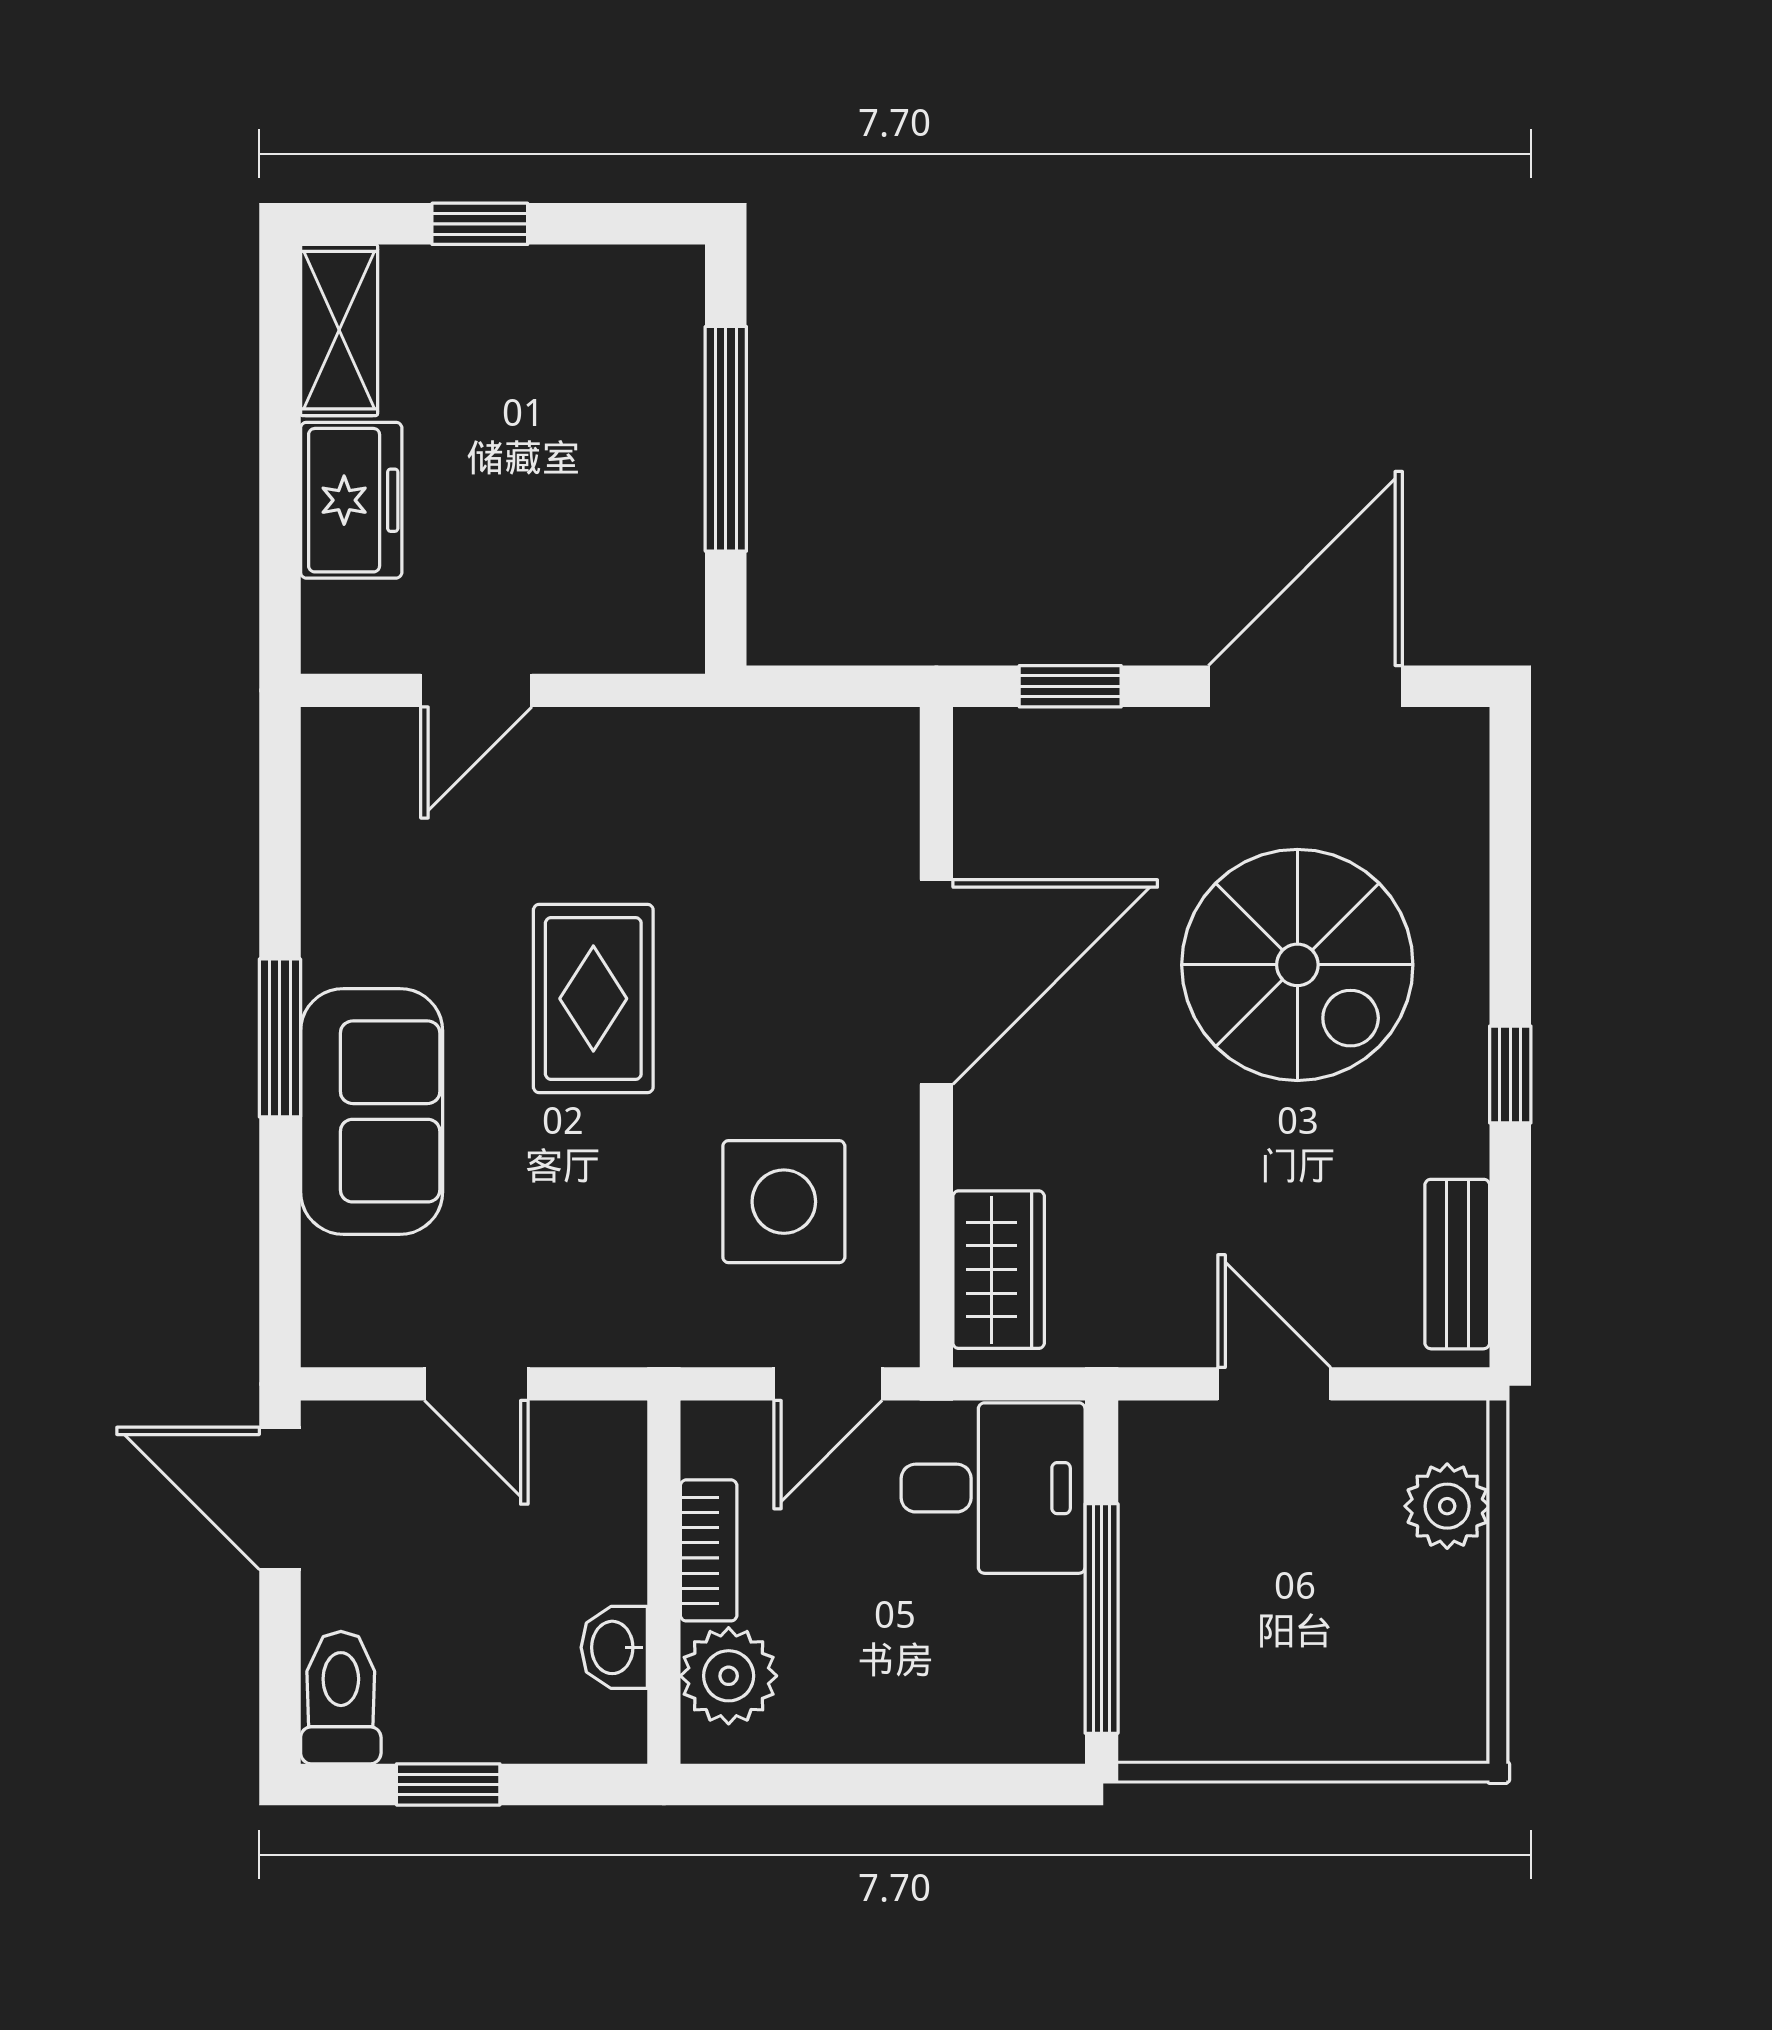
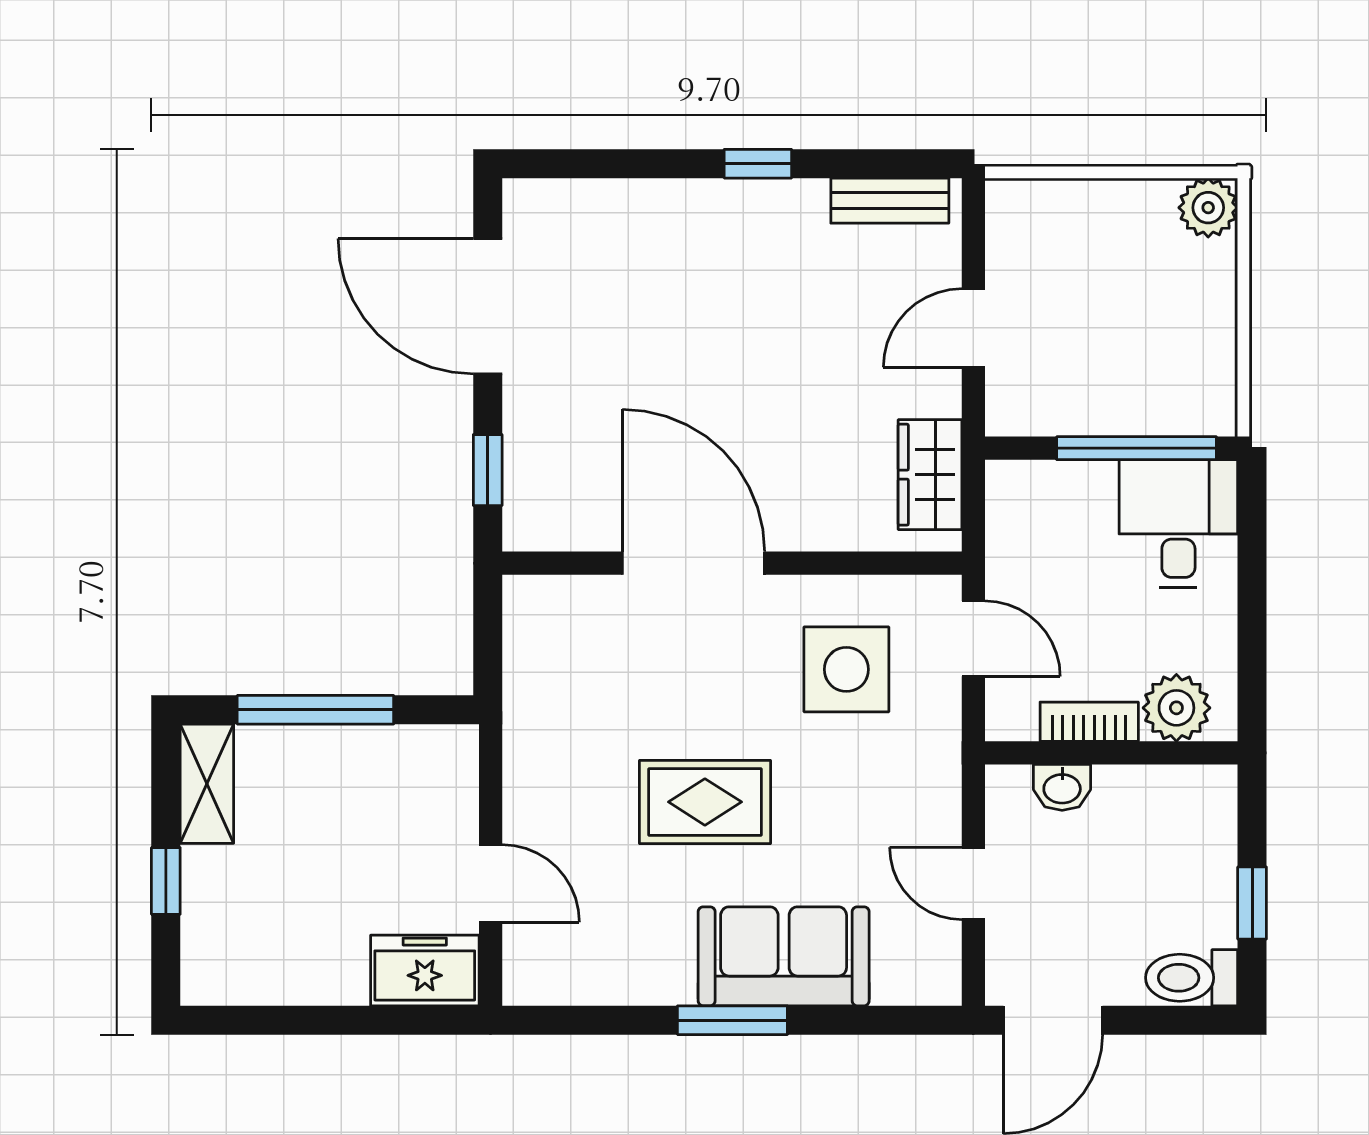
shelving: (339, 330) -> (207, 784), moved, turned 90
freezer: (351, 500) -> (425, 971), moved
spiral stairs: (1297, 965) -> (682, 312), removed
wardrobe: (999, 1270) -> (930, 475), moved, turned -90
door: (476, 1384) -> (973, 884), swing flipped
desk: (993, 1488) -> (1178, 524), moved
plant: (1447, 1506) -> (1208, 208), moved
washbasin: (614, 1647) -> (1062, 787), moved

